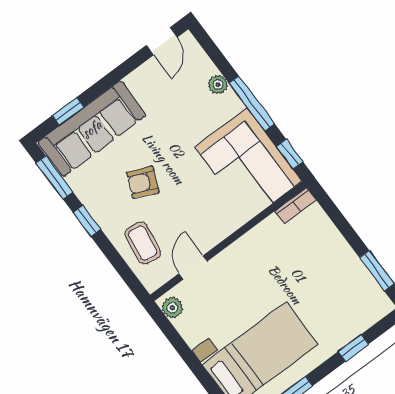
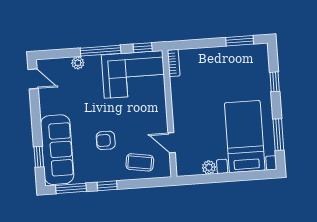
armchair: (143, 182) -> (106, 140), turned 67
plant: (172, 308) -> (209, 167), moved

